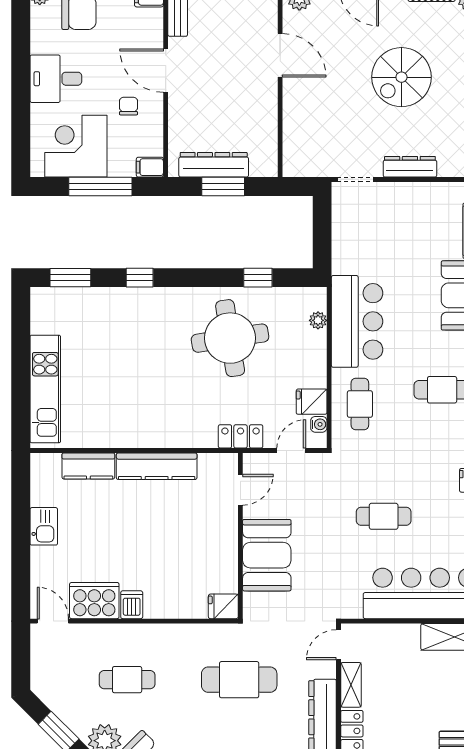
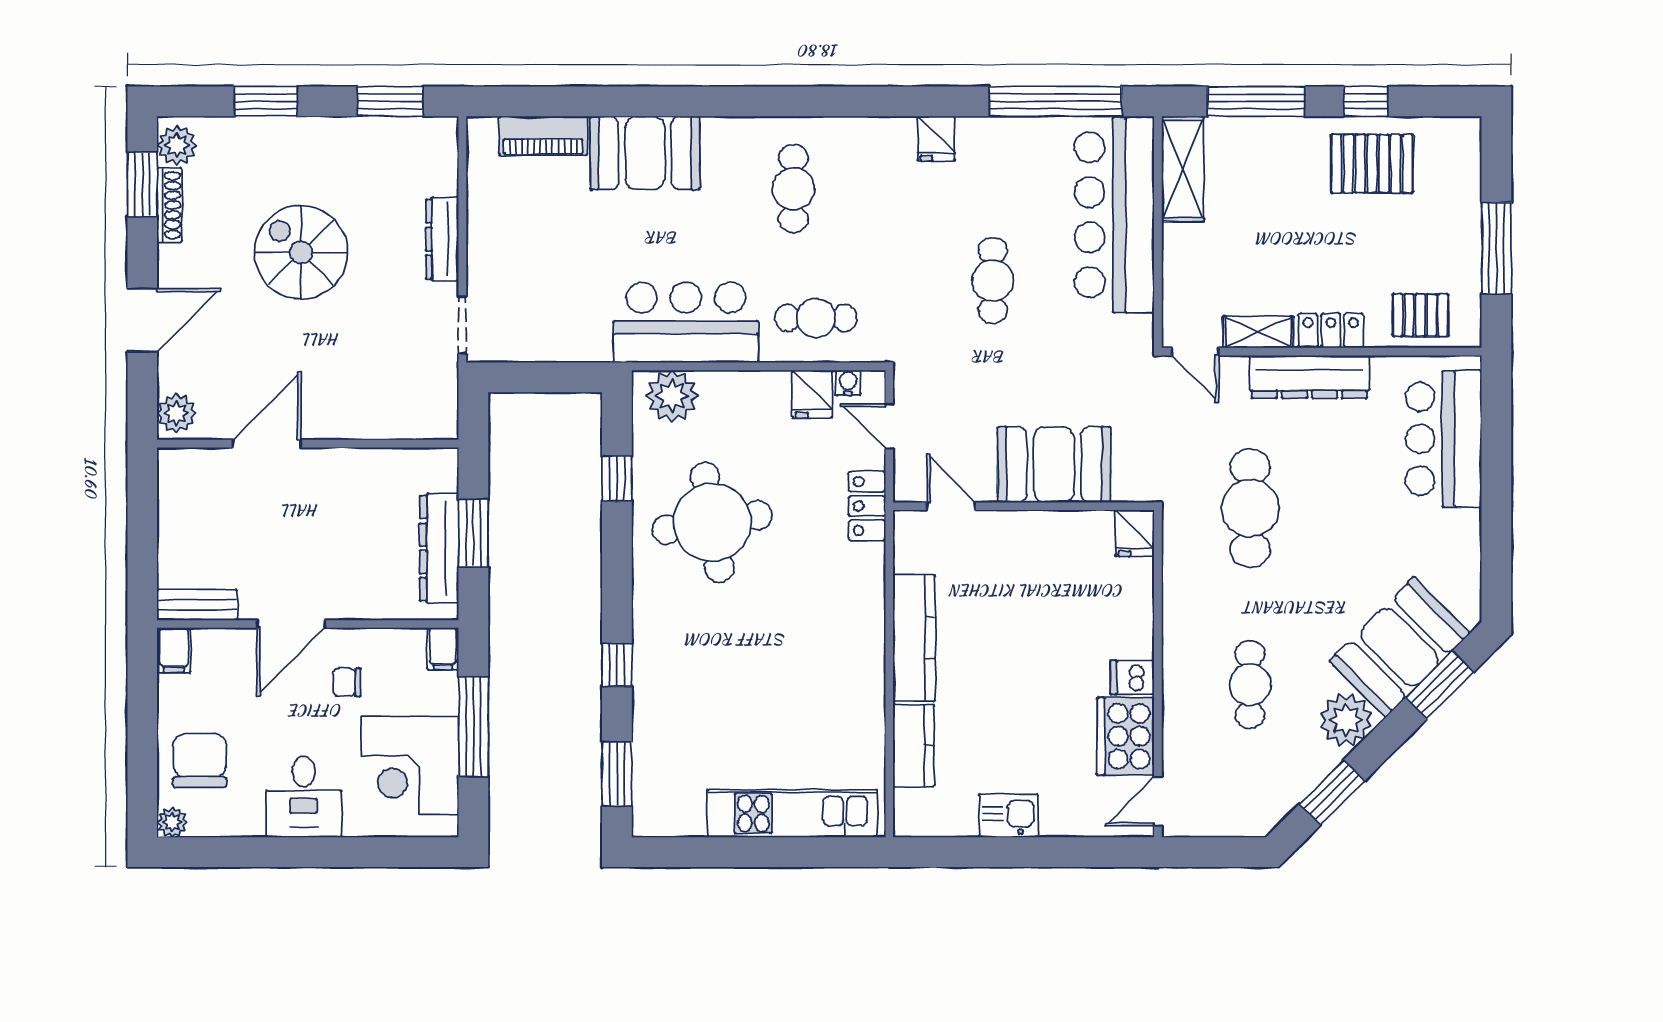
spiral stairs: (401, 77) -> (301, 252), turned 180
plant: (318, 320) -> (672, 396), width x1.88, depth x1.88

